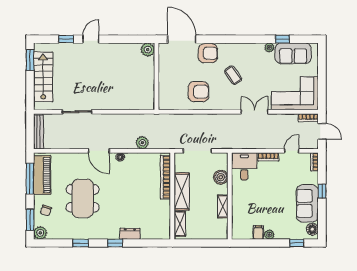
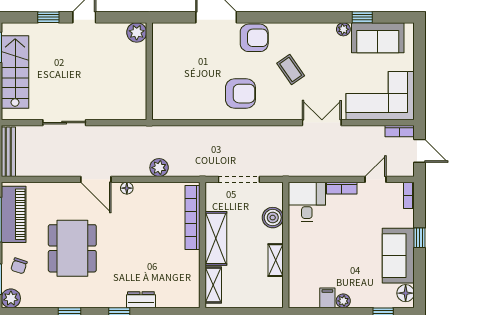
plant: (148, 50) -> (137, 32), moved
wall: (156, 76) -> (149, 71), moved

